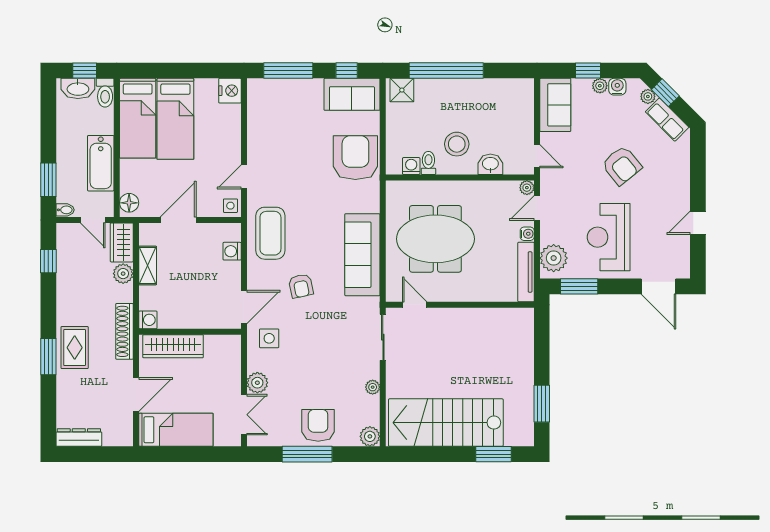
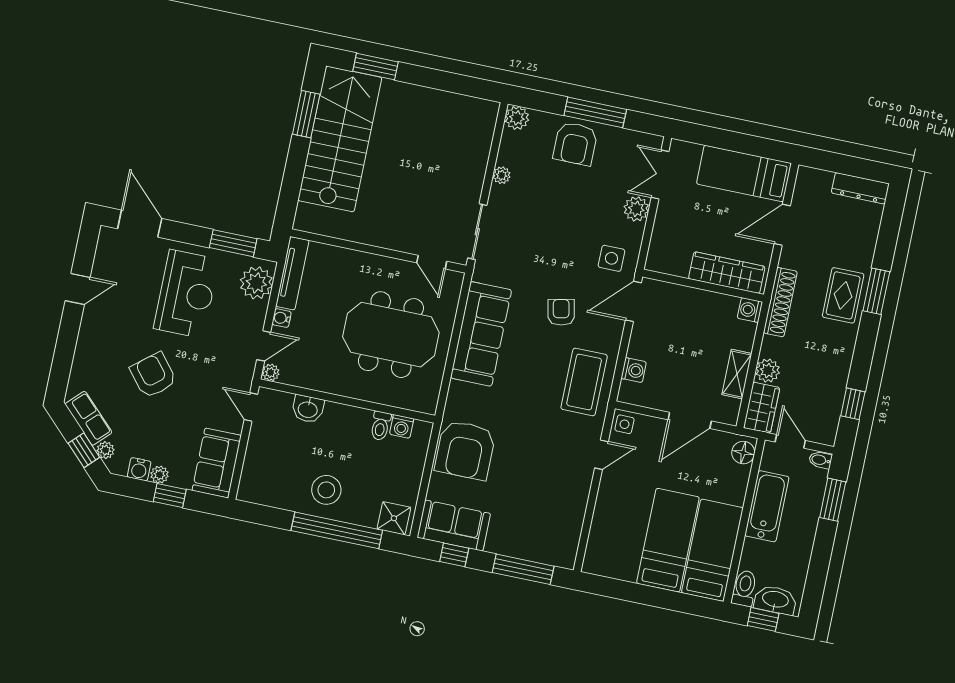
nightstand: (230, 91) -> (597, 560), removed
stool: (457, 144) -> (326, 490), moved
stairs: (446, 423) -> (340, 139), moved, turned -90

